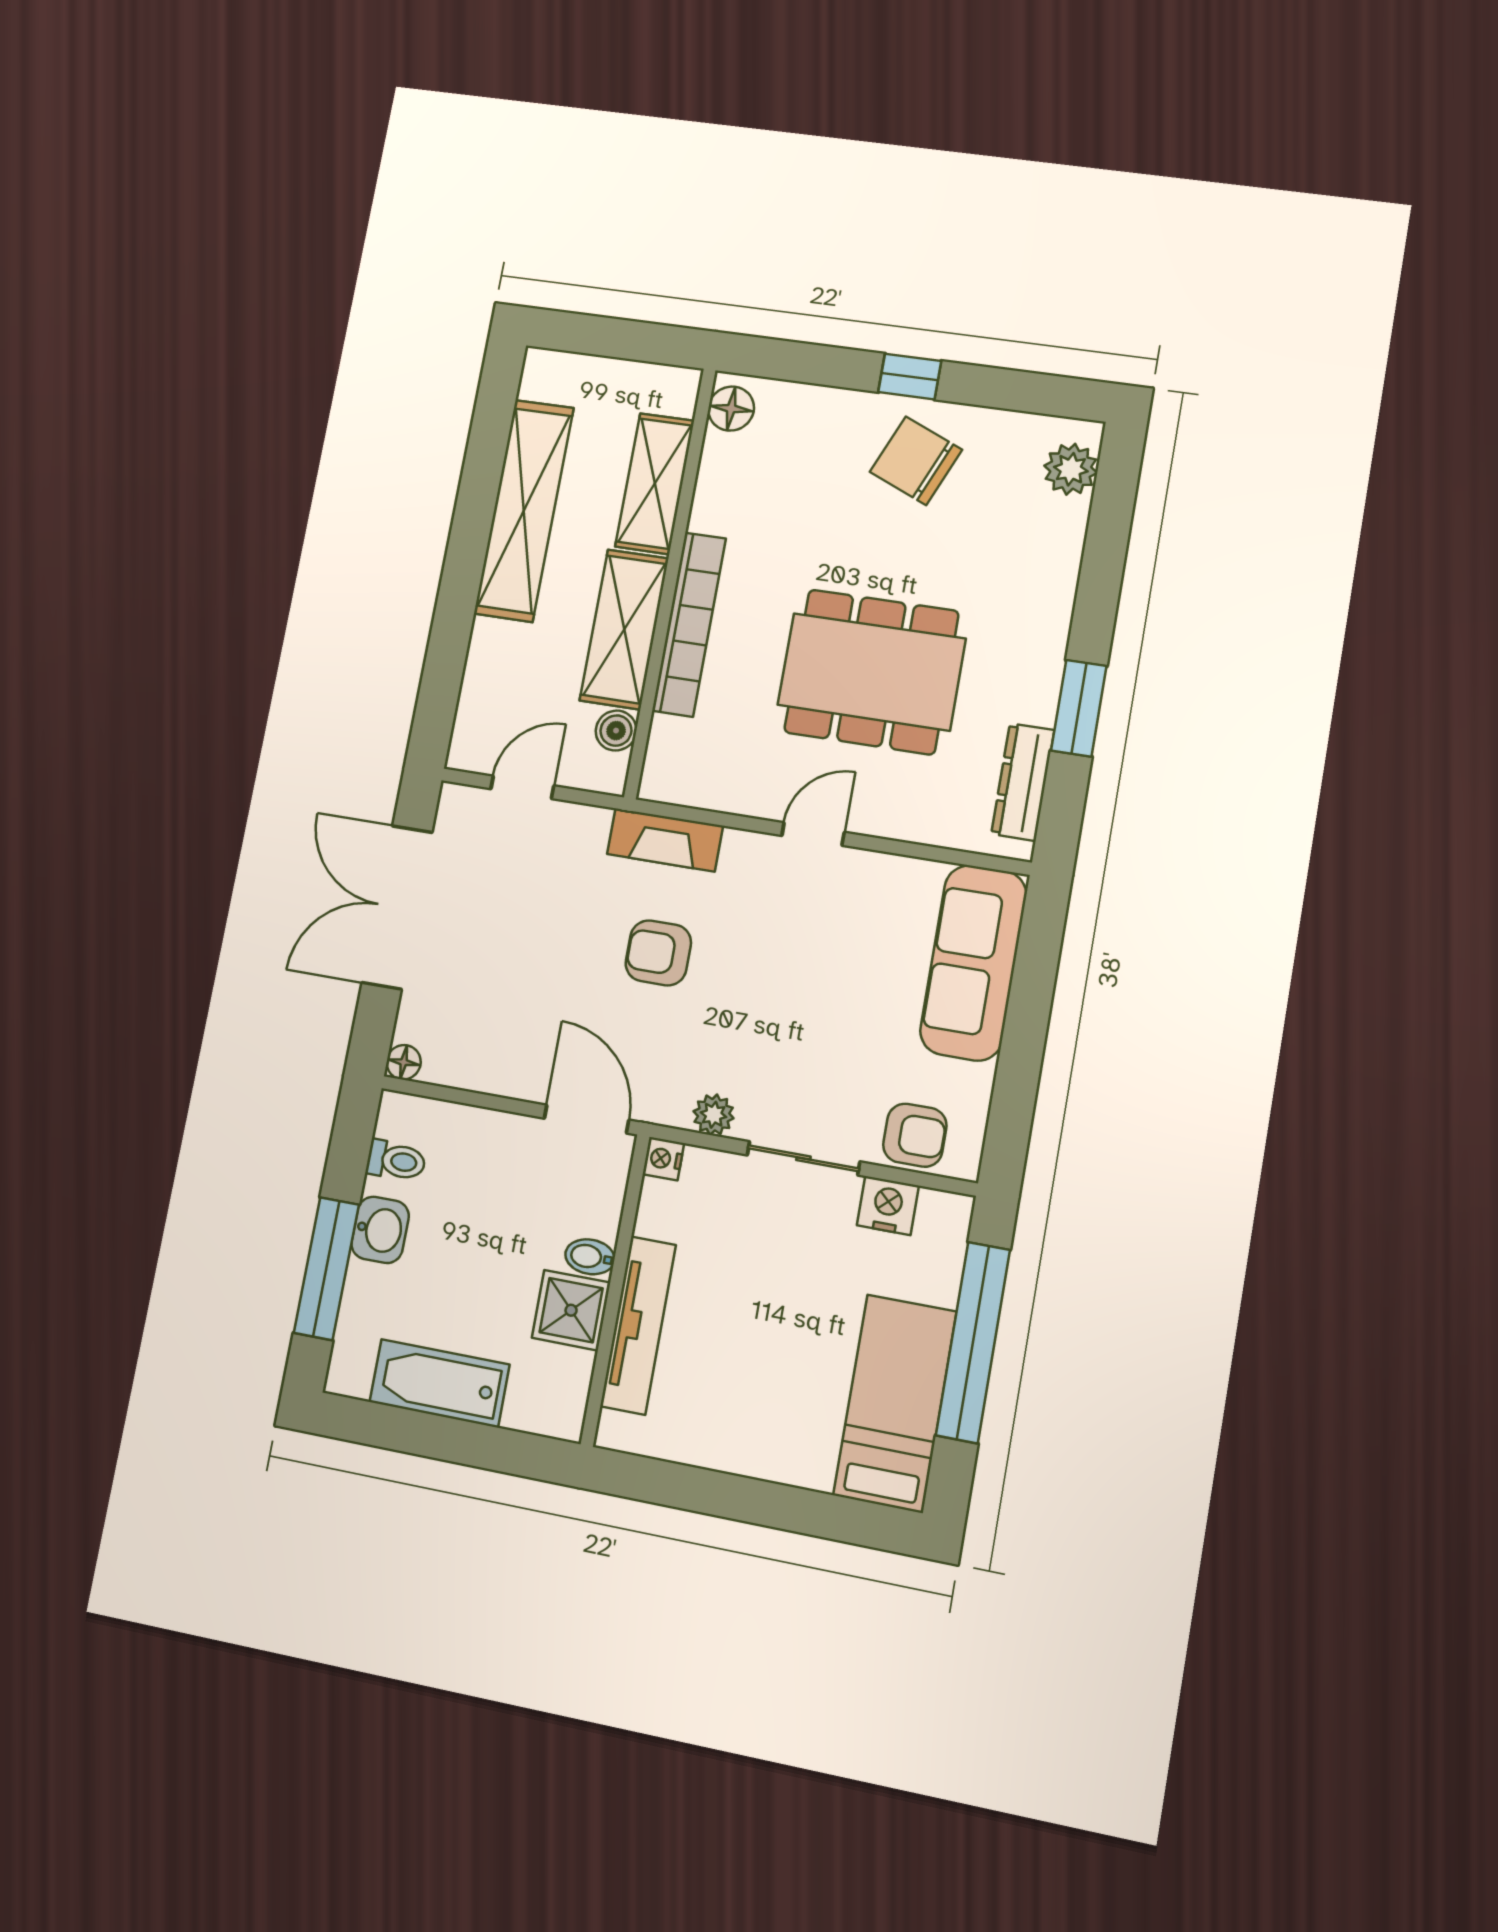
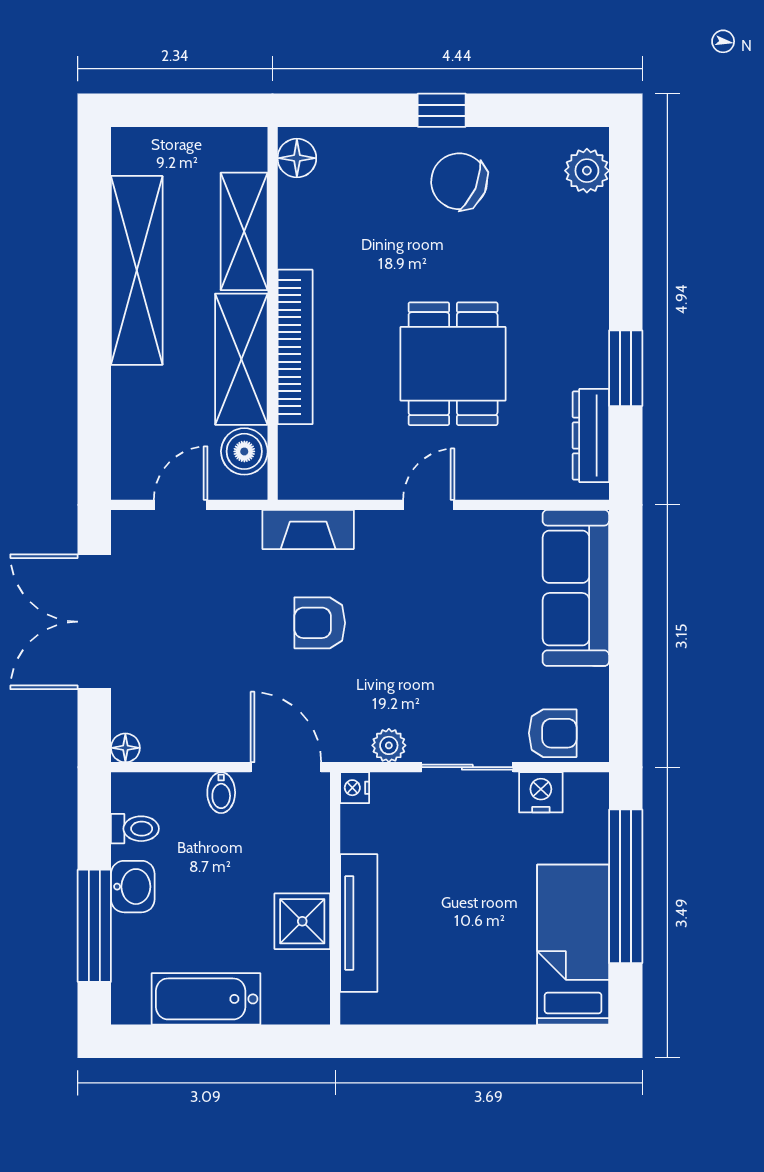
dining table: (871, 672) -> (453, 364), width x0.73
boiler: (616, 731) -> (244, 451), width x1.36, depth x1.36
bidet: (590, 1257) -> (221, 793), moved, turned -90

